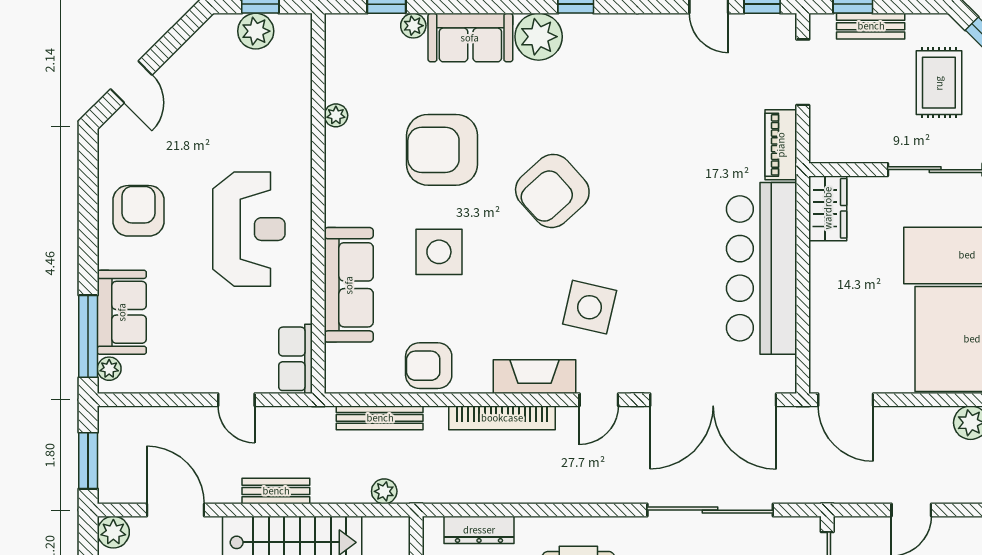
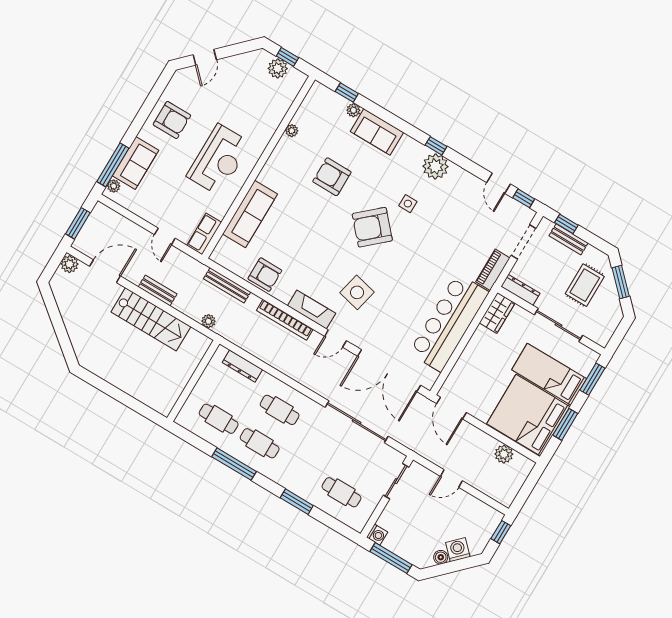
plant: (539, 37) -> (435, 166), moved
armchair: (442, 150) -> (332, 177), width x0.73, depth x0.73
dresser: (843, 150) -> (520, 290), added
armchair: (138, 211) -> (172, 120), turned 90
side table: (439, 252) -> (408, 204), moved, width x0.54, depth x0.54
armchair: (429, 366) -> (265, 275), turned 180
door: (176, 510) -> (105, 271), hinge flipped

